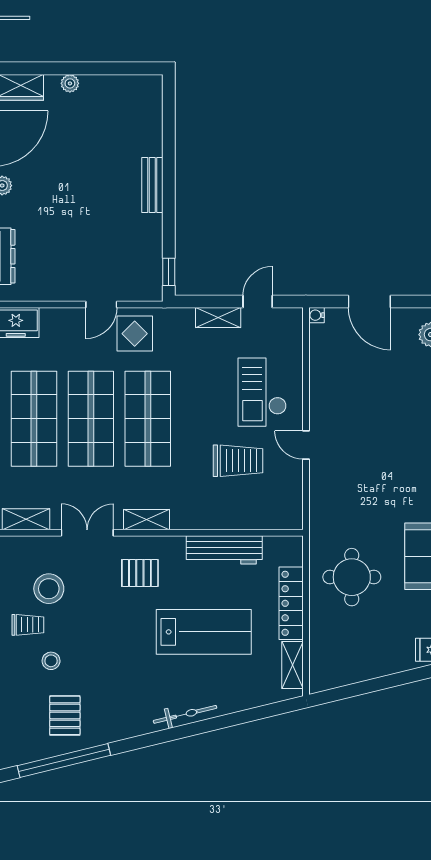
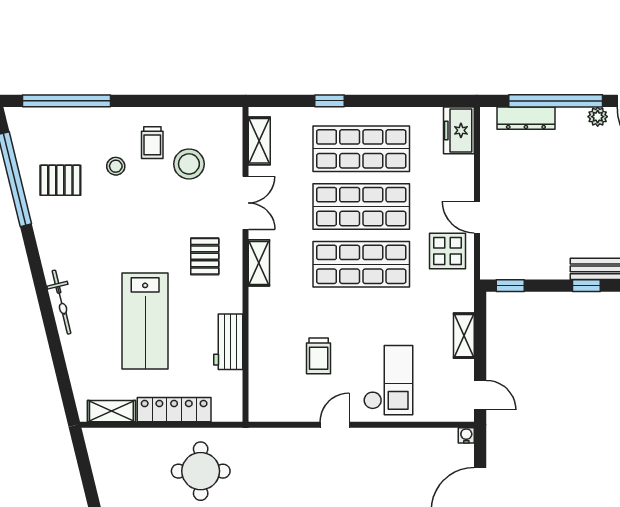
window: (169, 197) -> (586, 286), added
door: (258, 301) -> (480, 395), moved
checkout: (262, 392) -> (388, 380), turned 90
trolley: (238, 461) -> (319, 356), width x0.73, depth x0.72
workbench: (224, 550) -> (228, 342), width x0.73

